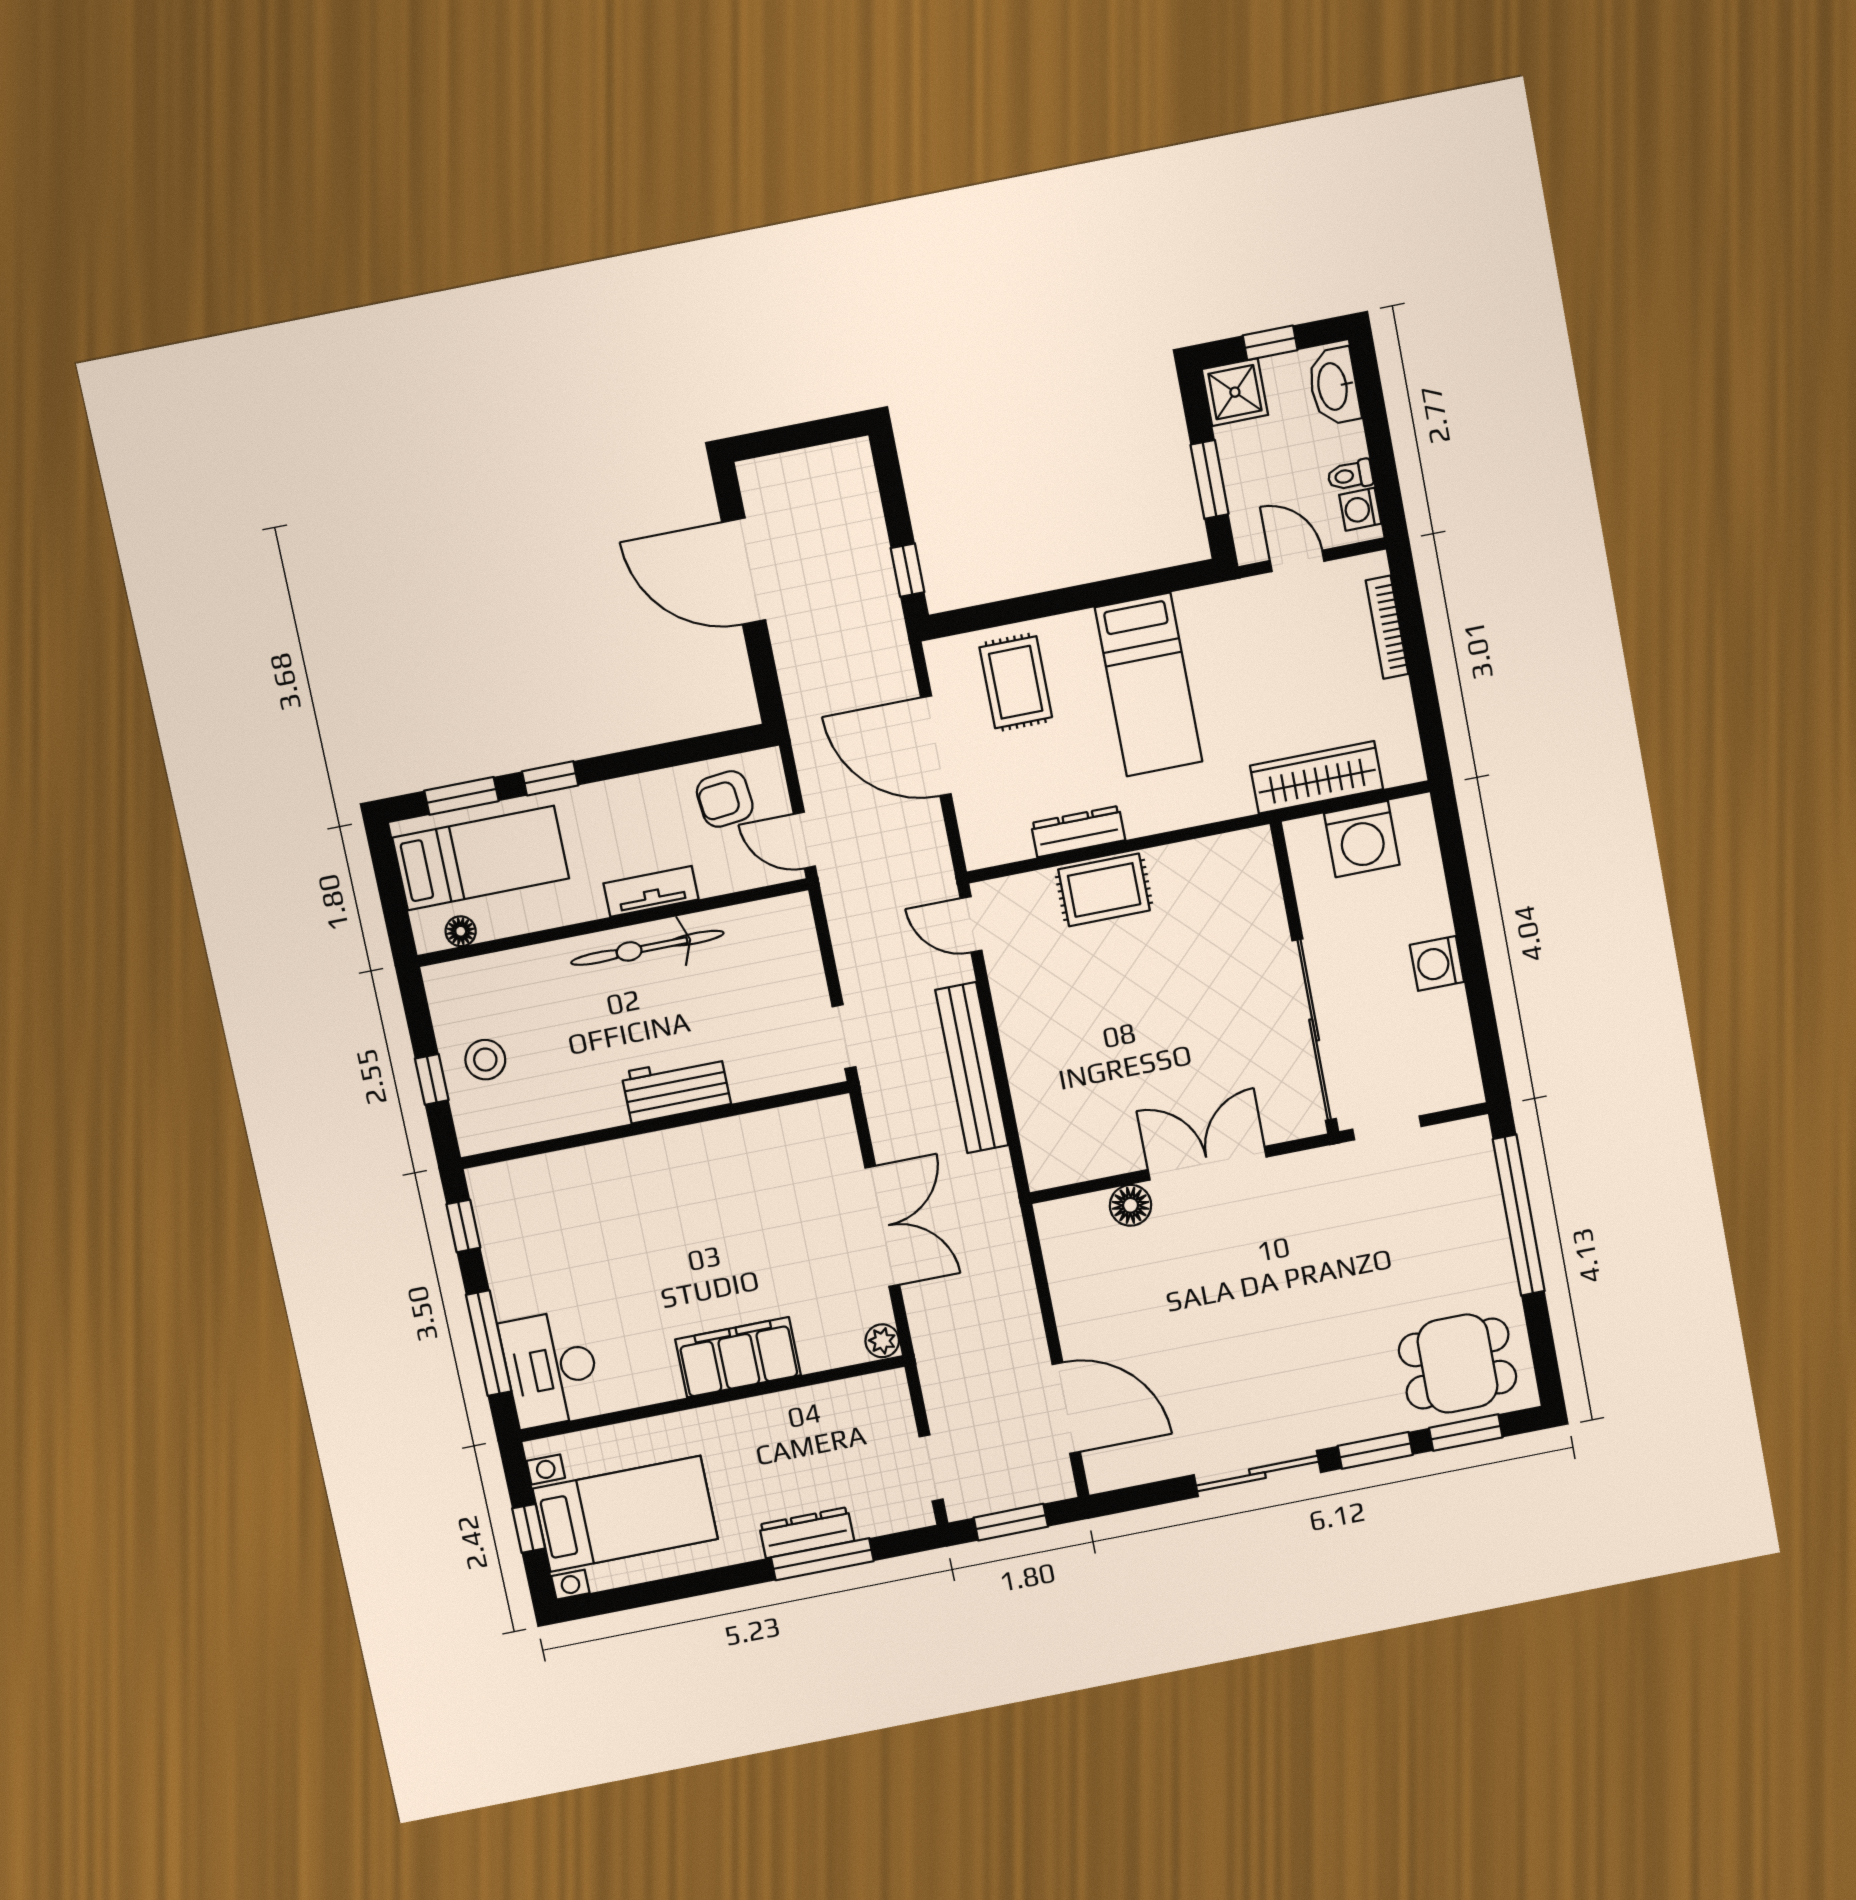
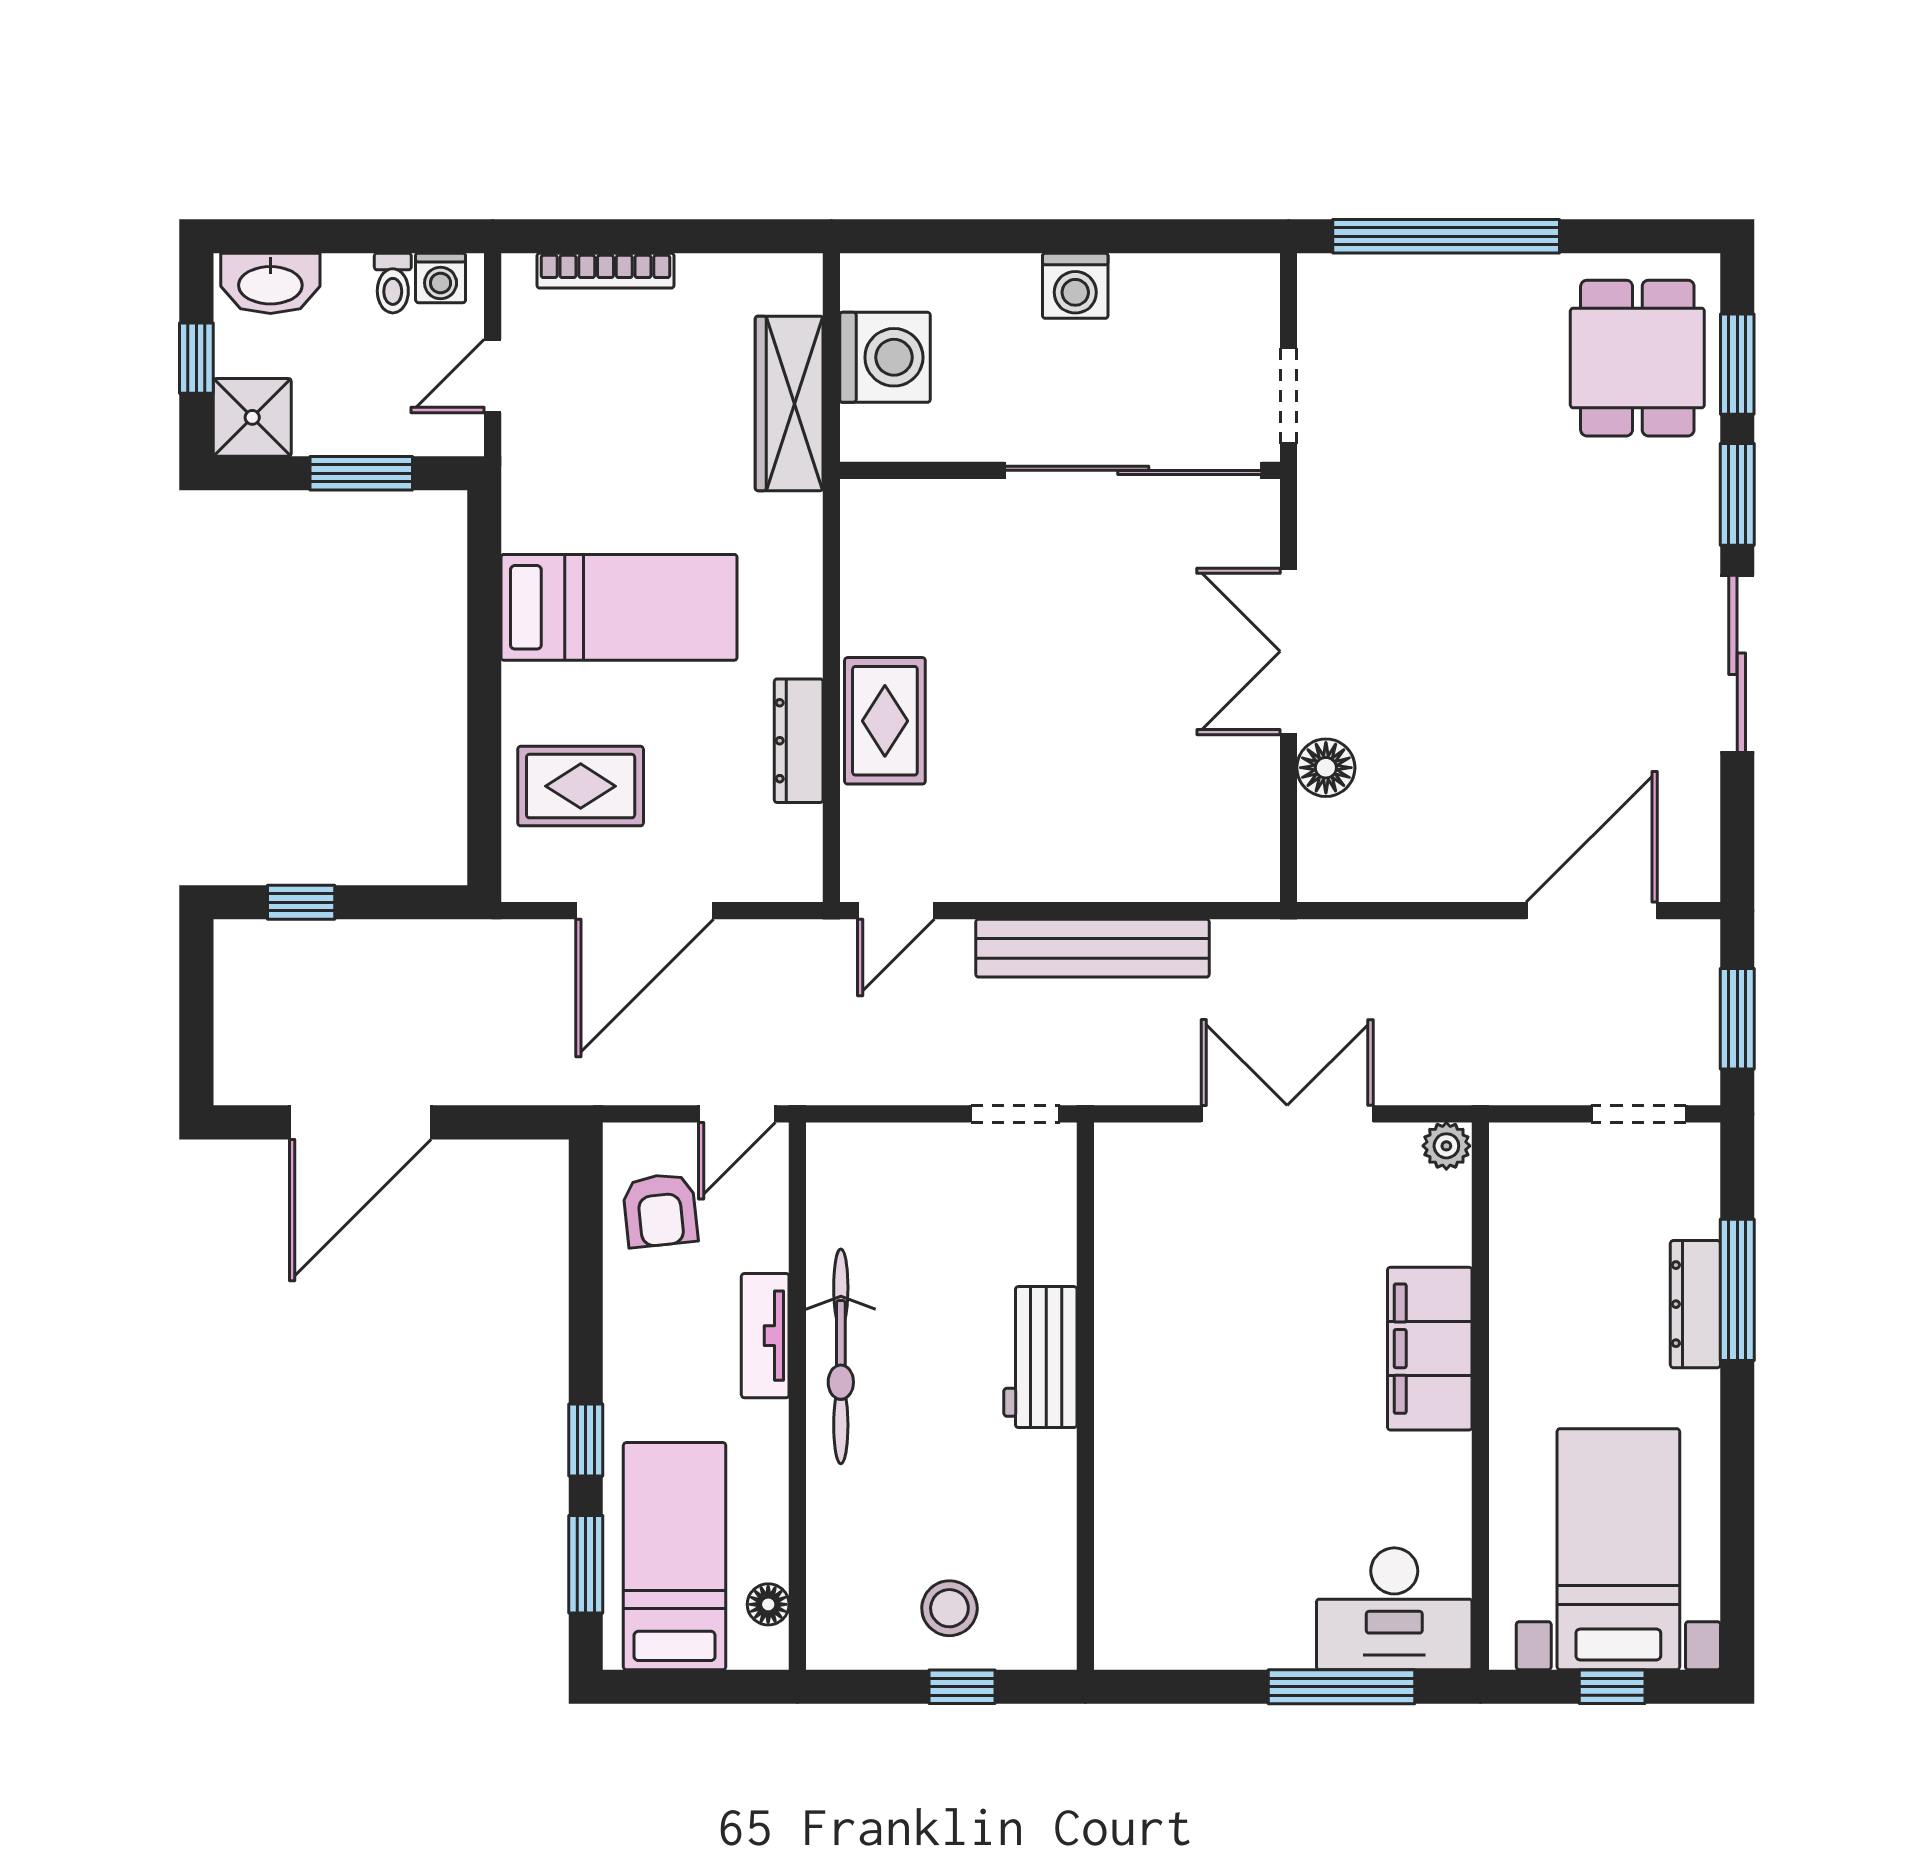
window: (908, 570) -> (301, 902), moved
window: (463, 1226) -> (1172, 1687), removed

